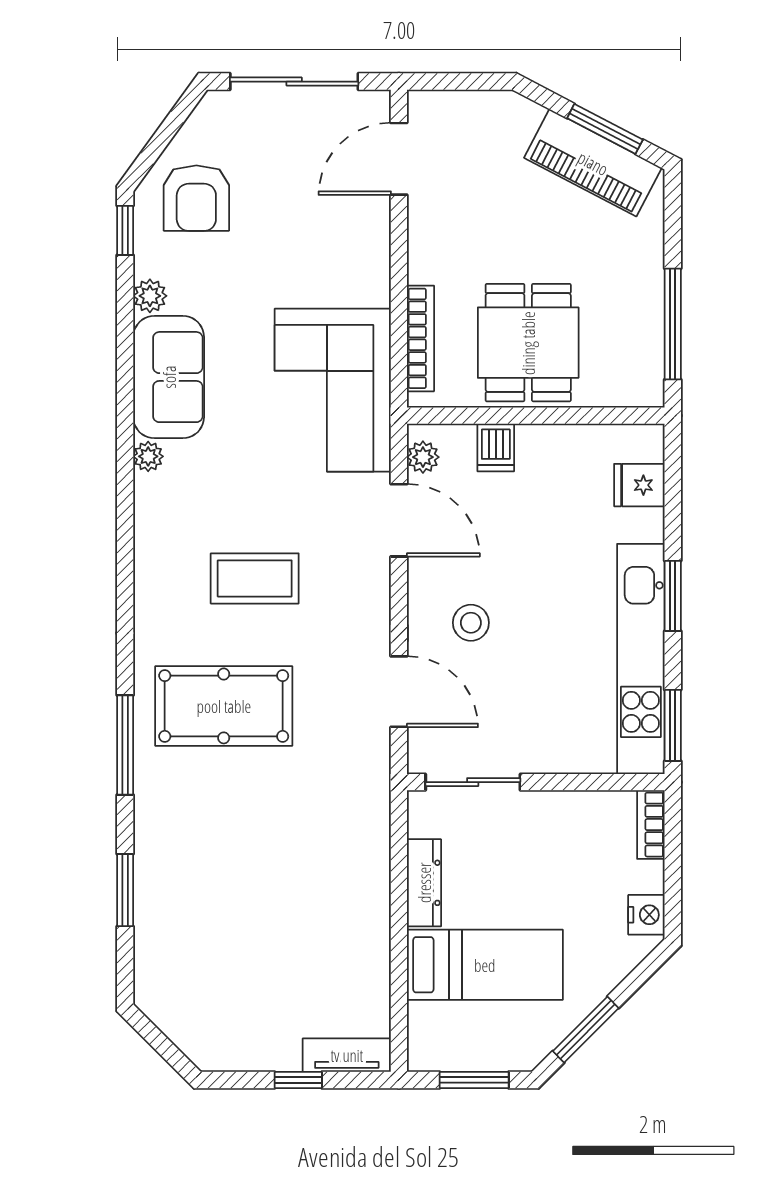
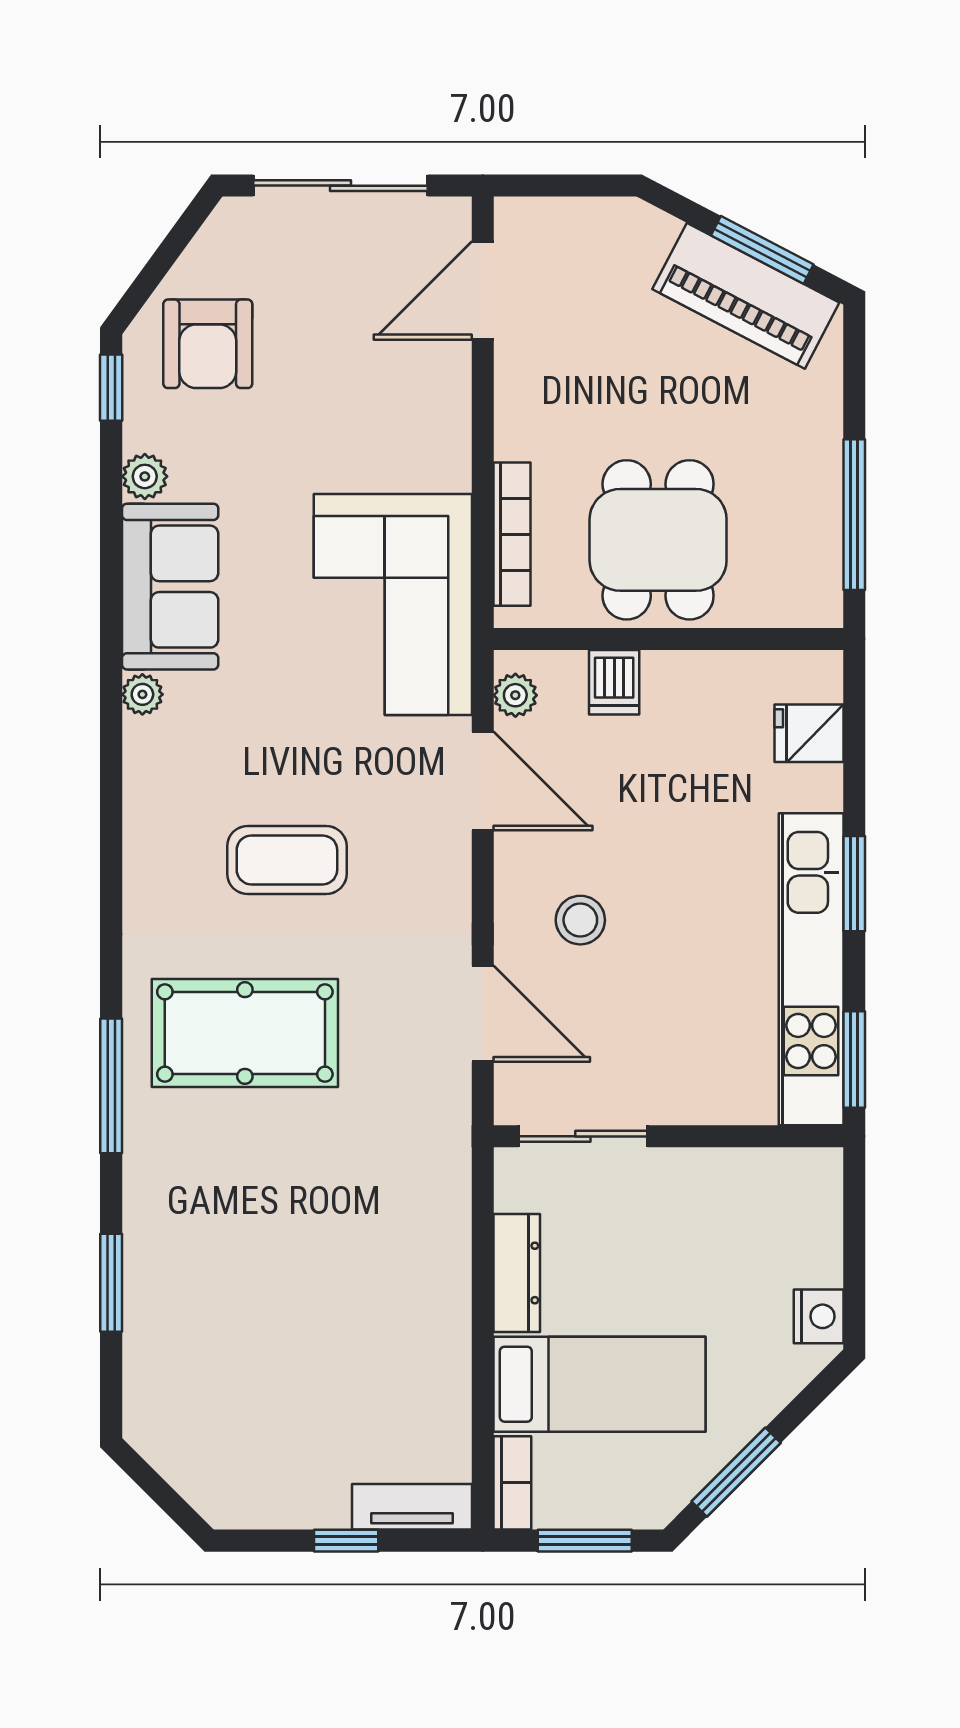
bookcase: (651, 825) -> (512, 1483), moved, turned 180

